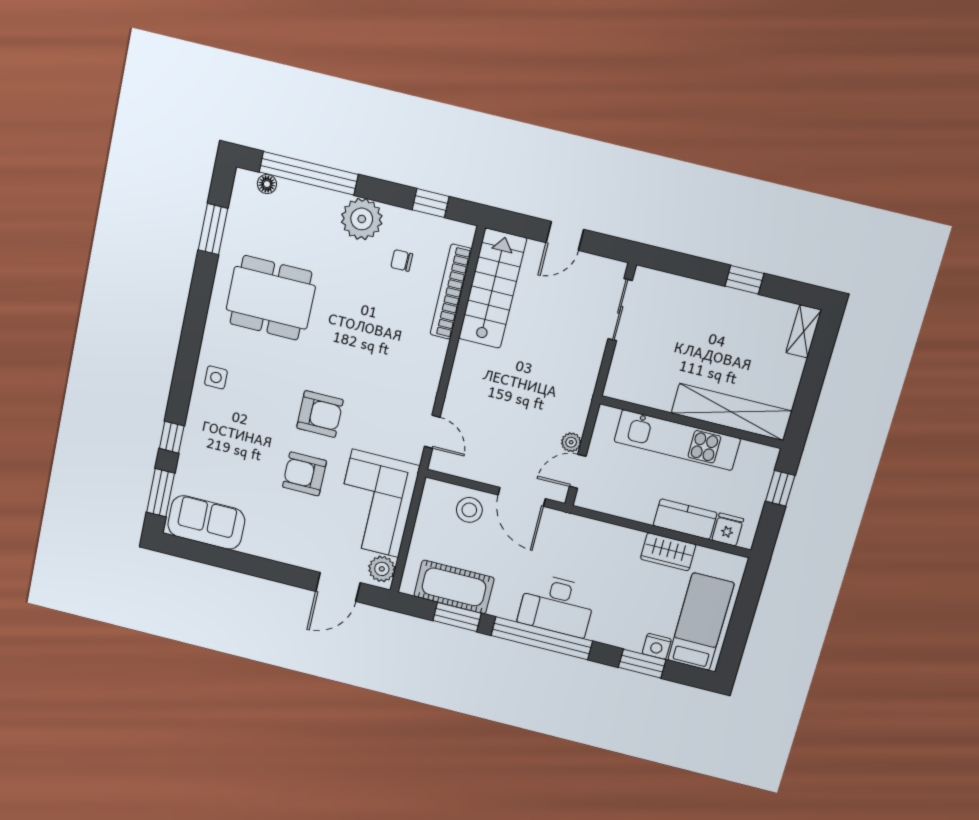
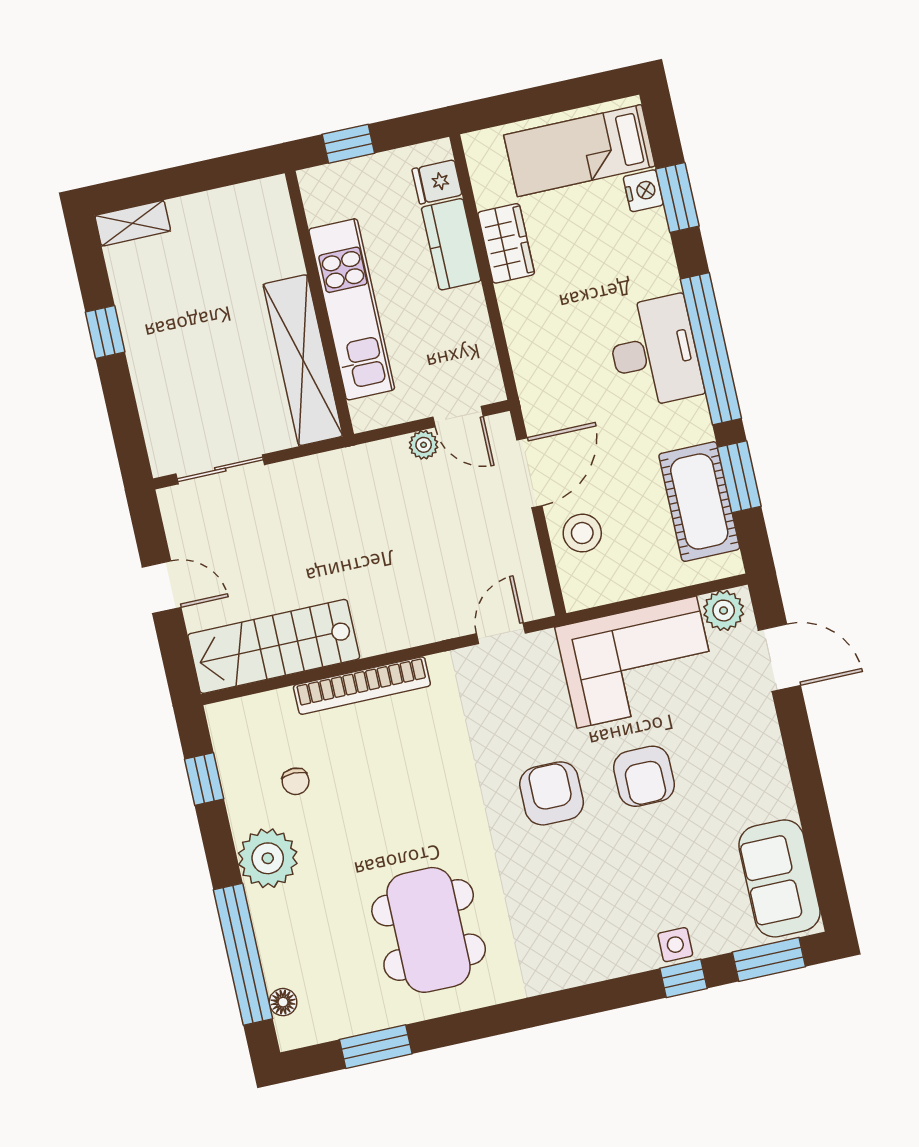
bookcase: (451, 292) -> (362, 686), moved
side table: (216, 377) -> (675, 945), moved
shelving: (731, 412) -> (303, 360), moved

